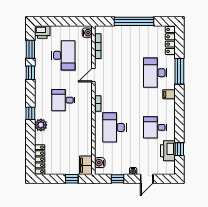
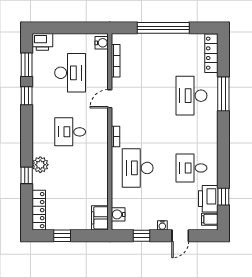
filing cabinet: (169, 94) -> (210, 219), moved
window: (30, 113) -> (27, 175), moved
window: (72, 179) -> (62, 236), moved

